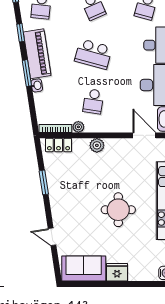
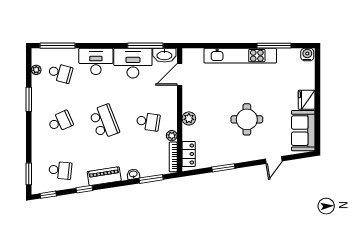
piano: (37, 54) -> (104, 176), width x0.73, depth x0.75
school desk: (93, 54) -> (104, 122), turned -36
window: (27, 73) -> (151, 179), moved
round table: (118, 210) -> (247, 119), moved

